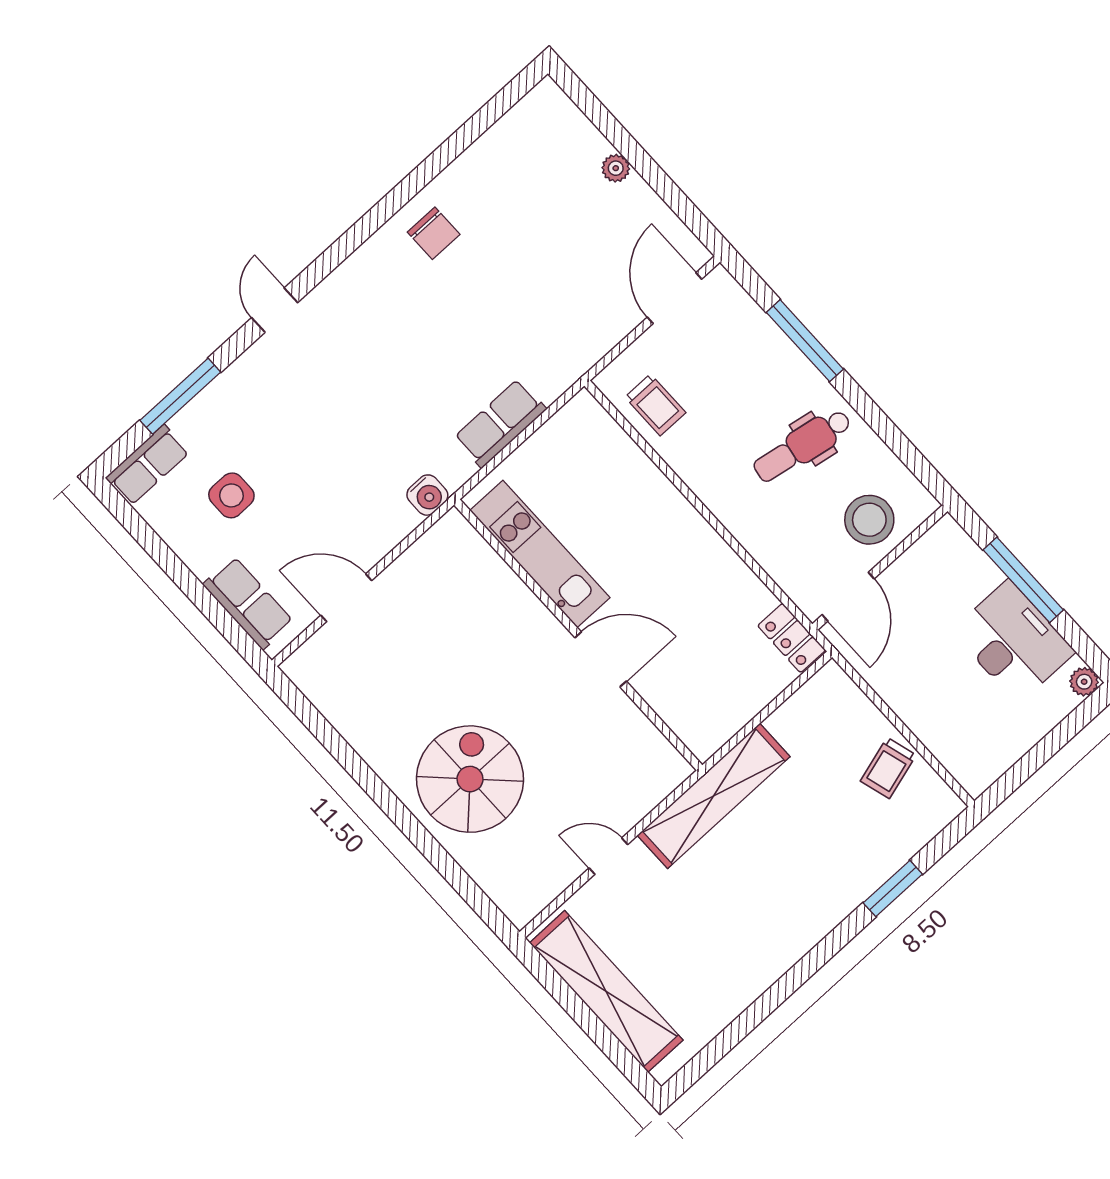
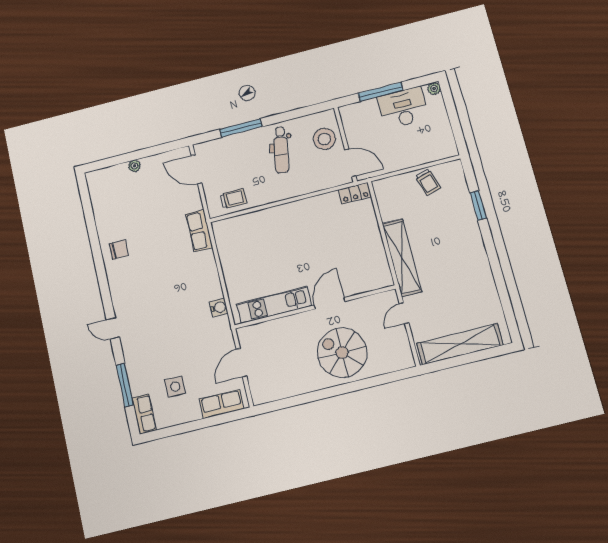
row of seats: (500, 423) -> (199, 231), moved
kitchen unit: (540, 554) -> (274, 305), moved
wall: (578, 635) -> (315, 307), moved
door: (601, 659) -> (330, 303), moved

